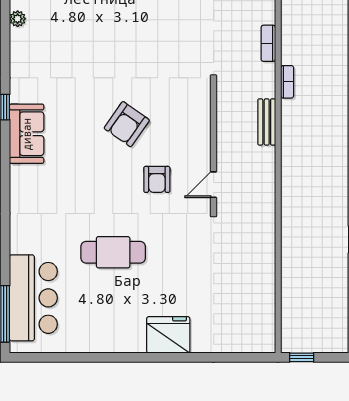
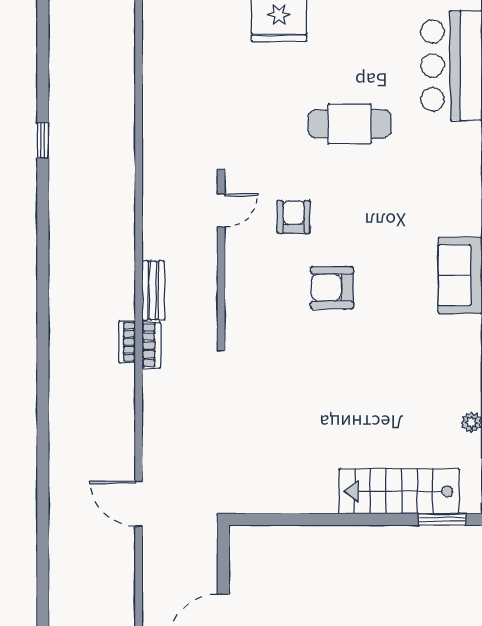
bookcase: (268, 43) -> (151, 345), moved
armchair: (127, 124) -> (332, 288), turned -125

